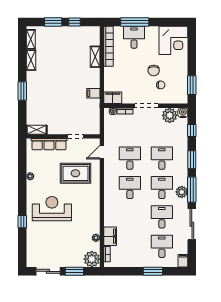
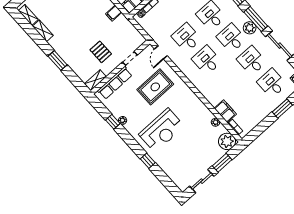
pallet: (59, 113) -> (101, 52), added
window: (22, 171) -> (113, 122), added
reception desk: (52, 209) -> (162, 130), turned 180

